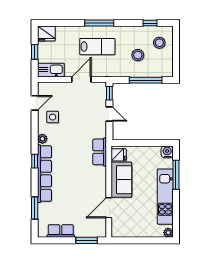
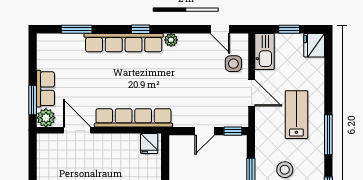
window: (99, 23) -> (328, 135), moved
lab bench: (97, 47) -> (296, 115), turned 180
side table: (53, 117) -> (233, 64), moved
row of seats: (100, 152) -> (133, 118), width x2.02
sofa: (121, 180) -> (115, 147), removed
row of seats: (61, 231) -> (45, 89), moved
plant: (100, 231) -> (46, 118), added

